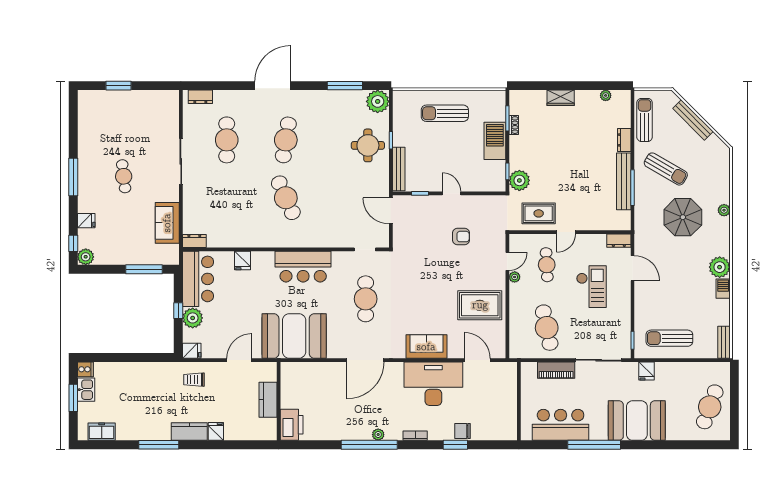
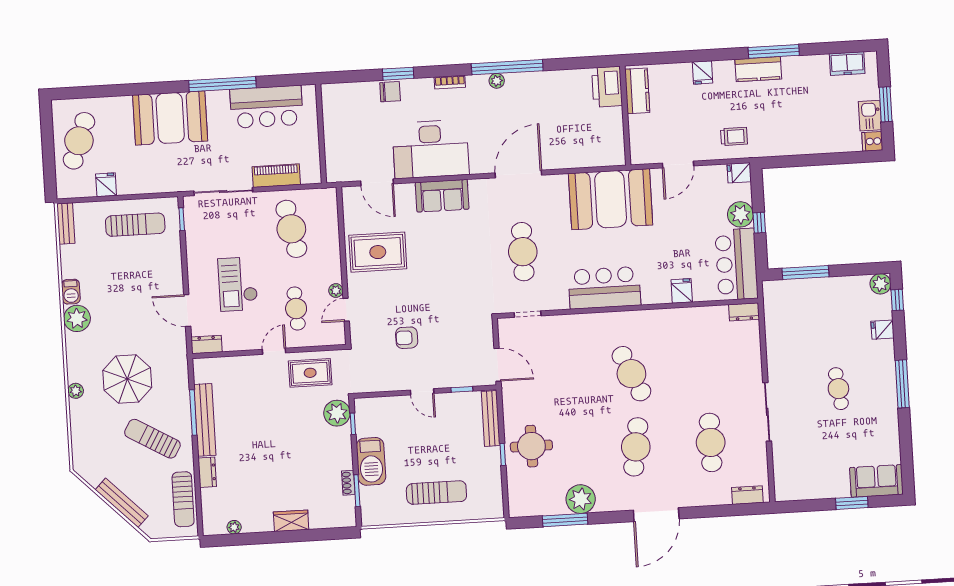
plant: (378, 101) -> (581, 499), moved
sofa: (167, 223) -> (876, 481), moved, turned -90
fridge: (646, 371) -> (106, 185), moved
kitchen counter: (268, 400) -> (637, 91), moved
kitchen counter: (189, 431) -> (758, 69), moved

